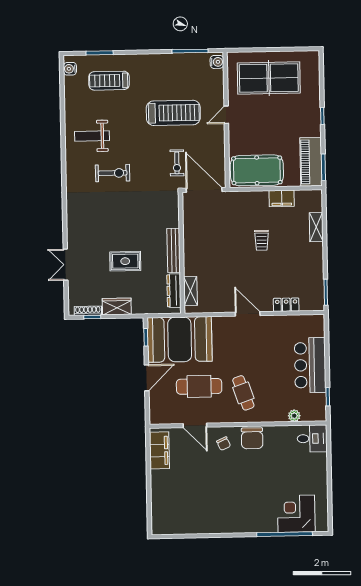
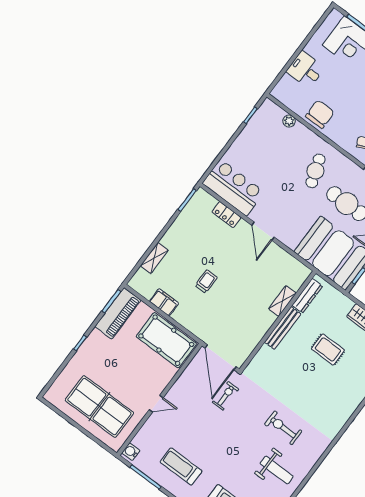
treadmill: (173, 113) -> (181, 466), moved, width x0.73, depth x0.73
shelving: (190, 291) -> (282, 301), moved
bar counter: (310, 365) -> (233, 188), moved, turned -90
chair: (252, 438) -> (320, 114), moved
desk: (312, 439) -> (305, 70), moved

